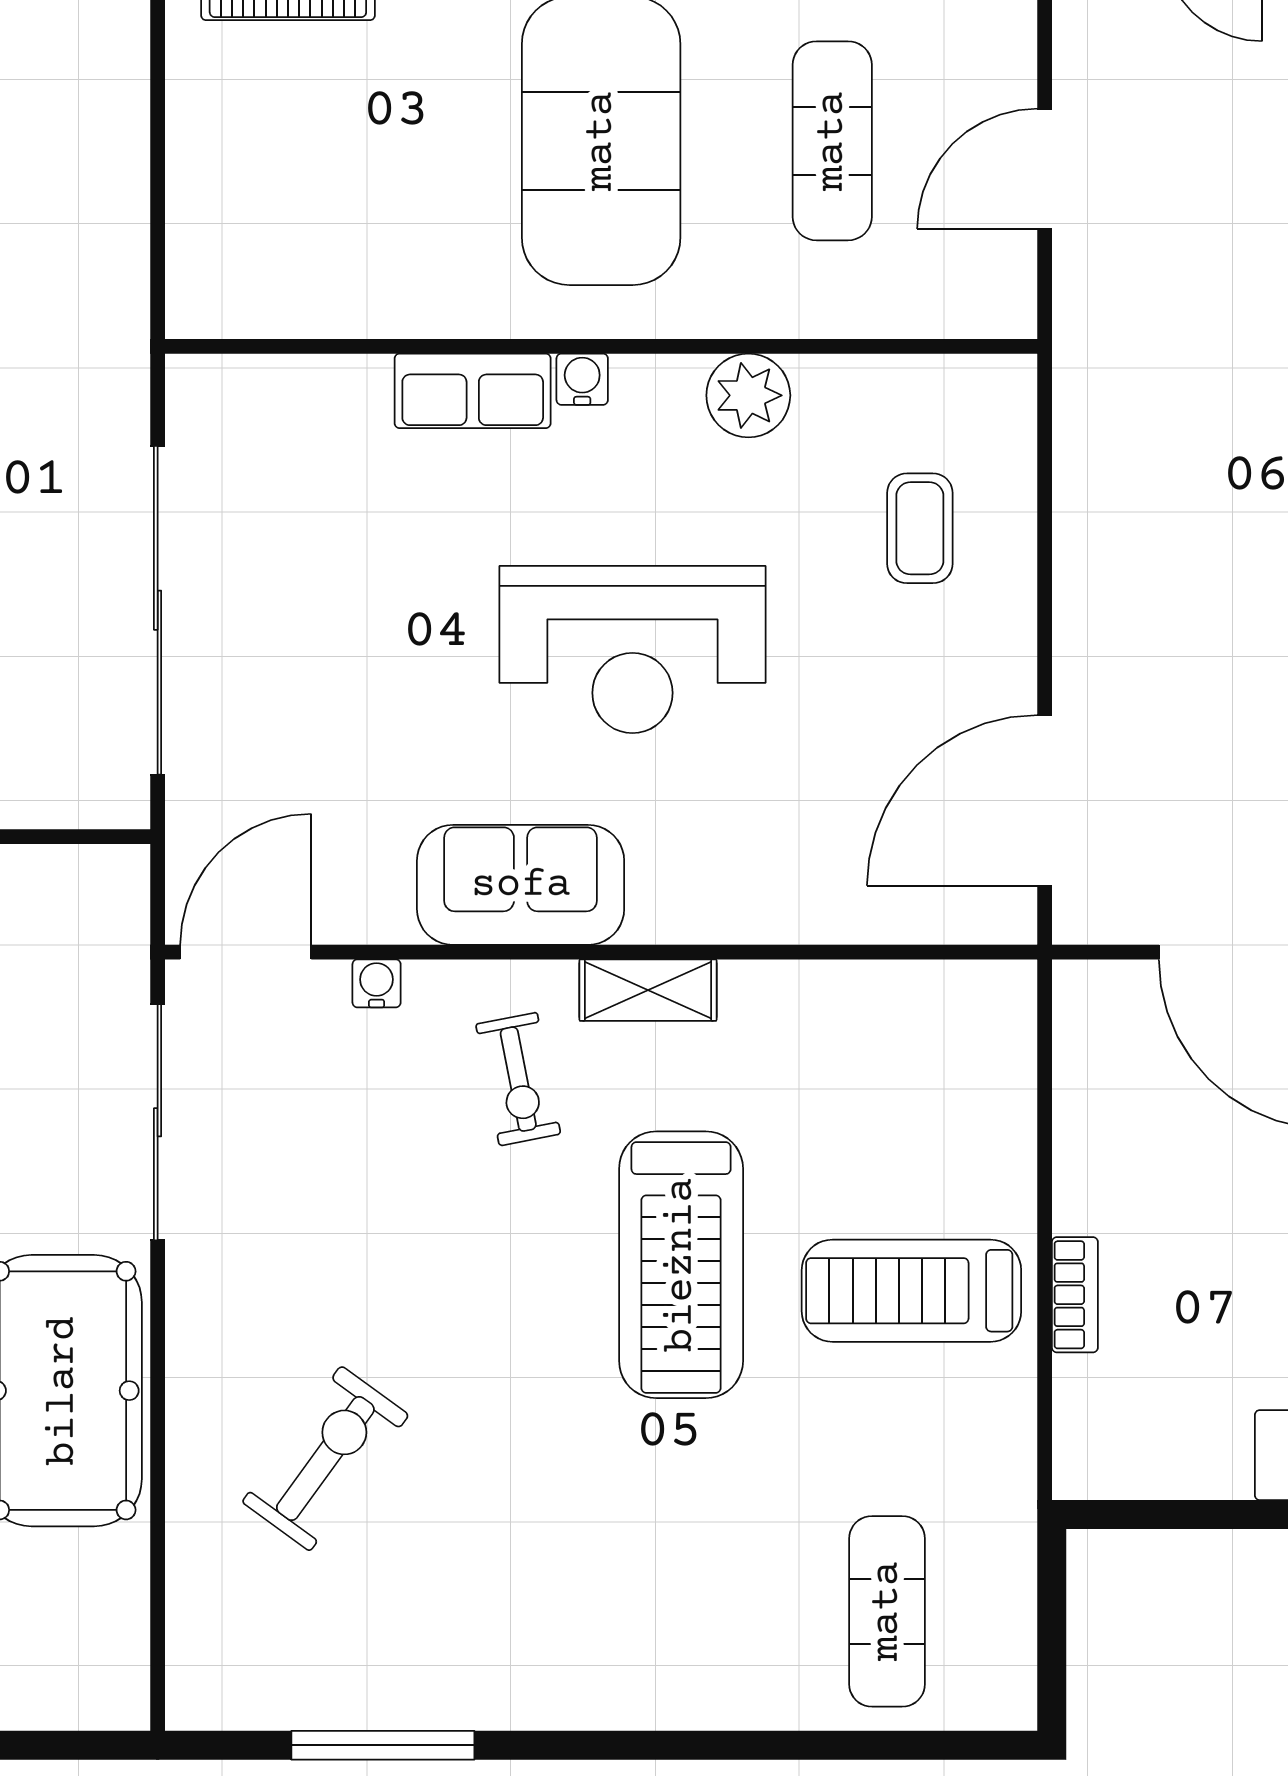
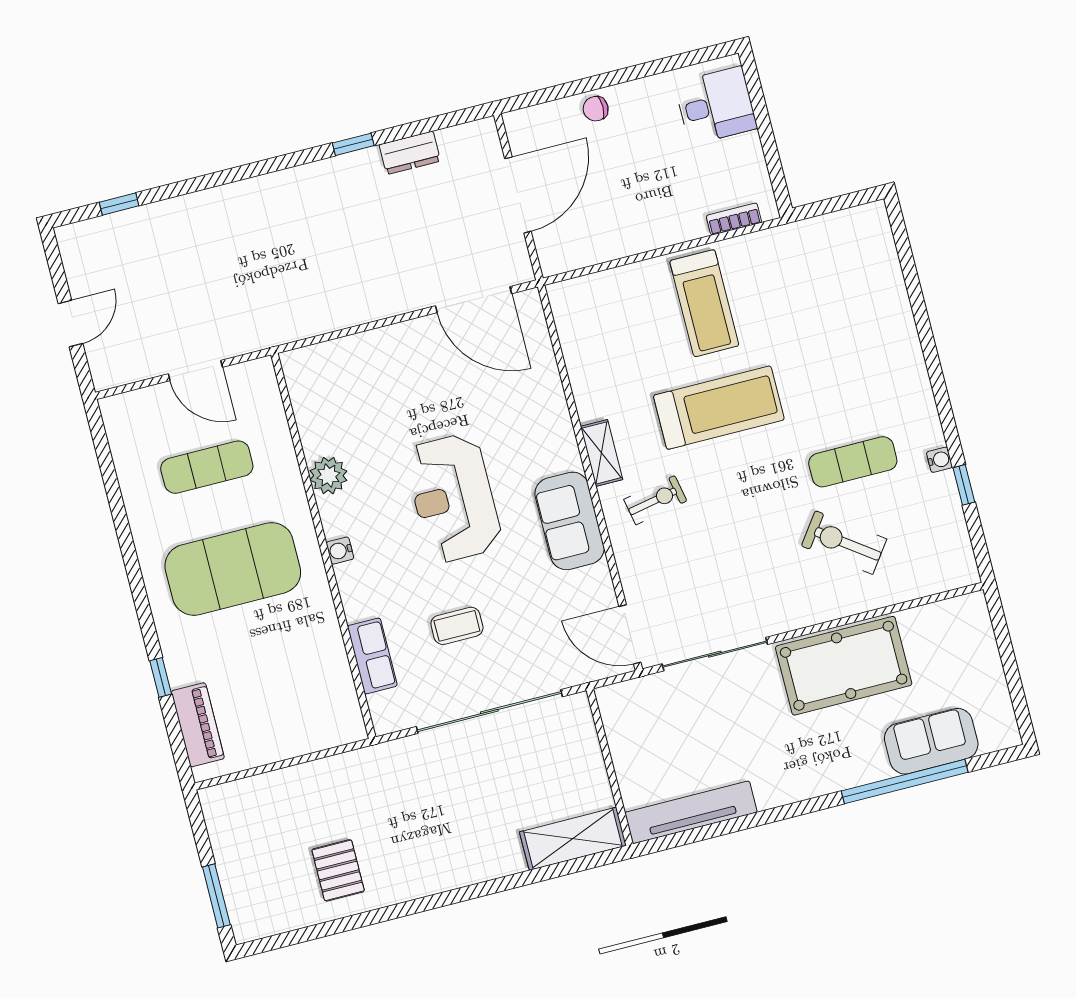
row of seats: (473, 391) -> (372, 656), moved
coffee table: (920, 528) -> (457, 626), moved
reception desk: (632, 649) -> (453, 498), turned 180
water cooler: (377, 983) -> (939, 460), moved, turned 180
bookcase: (1075, 1295) -> (734, 219), moved
exercise mat: (887, 1611) -> (853, 462), moved
window: (383, 1745) -> (964, 485), width x0.46

